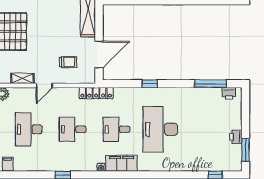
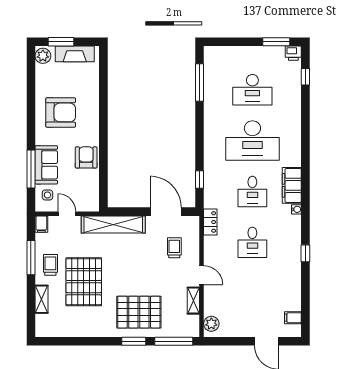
window: (150, 84) -> (199, 179), moved
locker: (96, 93) -> (210, 222), width x0.66
printer: (229, 93) -> (211, 61), removed
desk: (29, 129) -> (252, 90), moved
printer: (236, 137) -> (293, 53), moved

